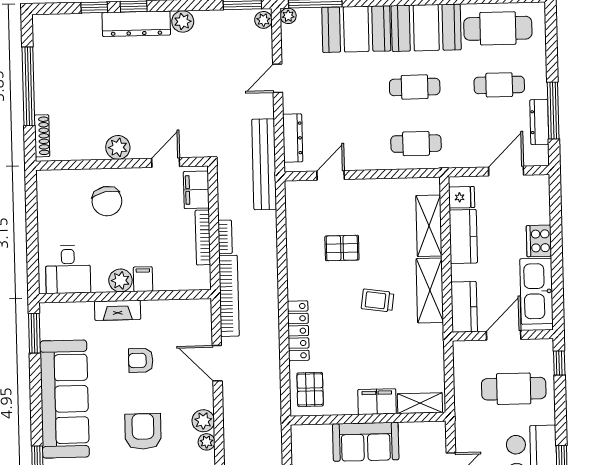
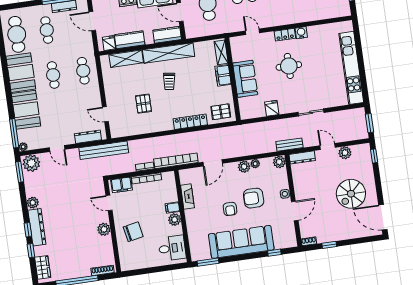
plant: (263, 20) -> (31, 163), width x1.87, depth x1.87
wardrobe: (61, 26) -> (43, 267), added
shelving: (430, 290) -> (169, 53), width x1.47
fireplace: (118, 310) -> (187, 197), moved
armchair: (141, 360) -> (230, 209), moved

